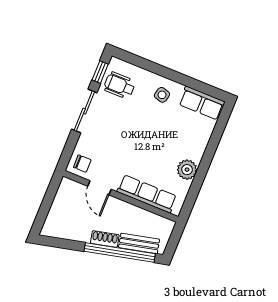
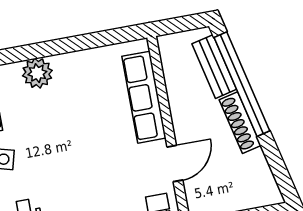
plant: (187, 170) -> (37, 73), moved
shoe rack: (105, 239) -> (240, 123), width x1.43

